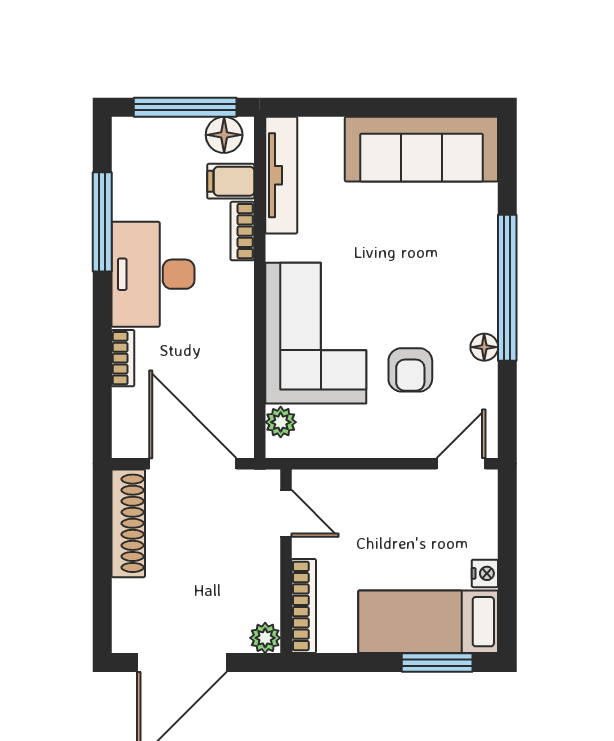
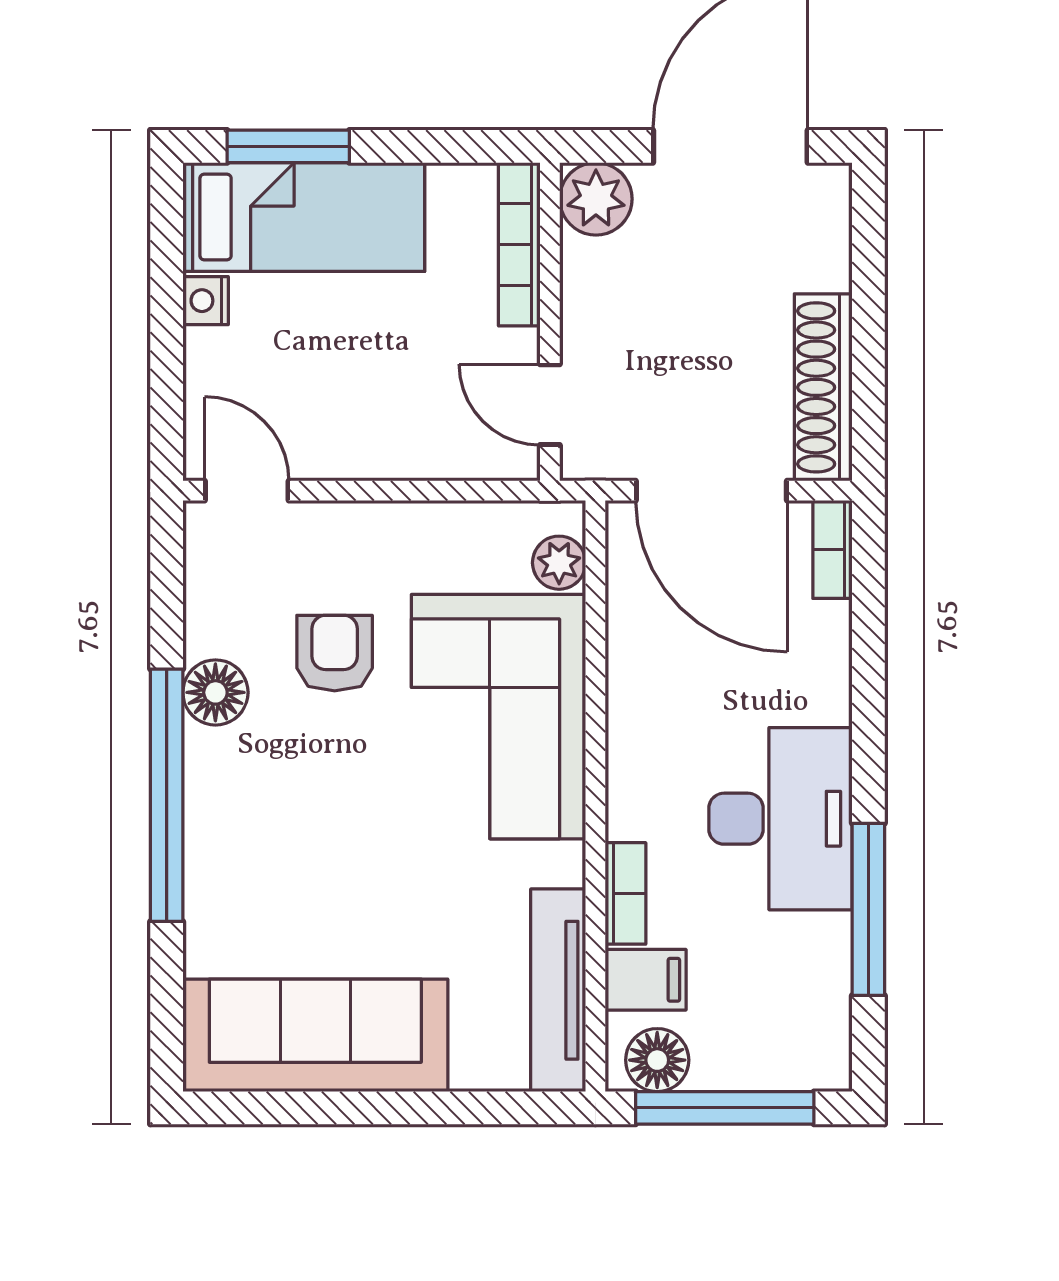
floor lamp: (484, 347) -> (215, 692), width x1.37, depth x1.37
bookcase: (123, 358) -> (832, 549), moved
door: (461, 464) -> (247, 491), swing flipped
plant: (265, 638) -> (596, 199), width x1.38, depth x1.38

